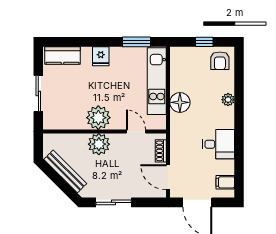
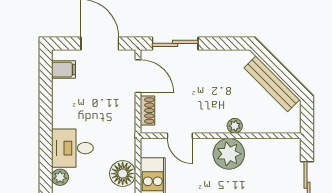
plant: (99, 144) -> (235, 126), width x0.53, depth x0.53
desk: (218, 144) -> (72, 148), moved
sliding door: (114, 202) -> (175, 43), moved

